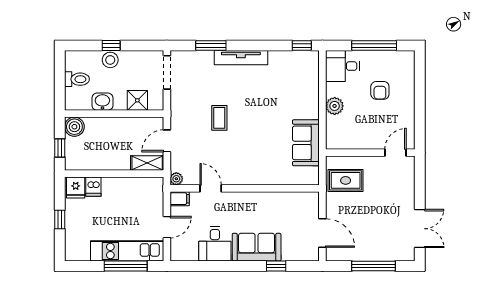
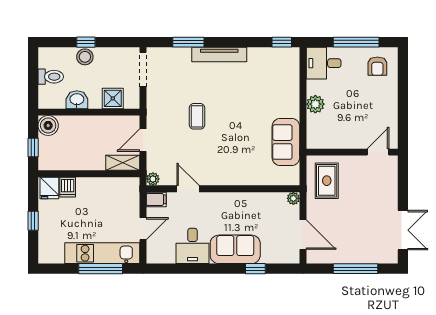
armchair: (380, 90) -> (377, 66), moved
rug: (346, 180) -> (327, 181), turned 90
plant: (313, 198) -> (293, 198), added

